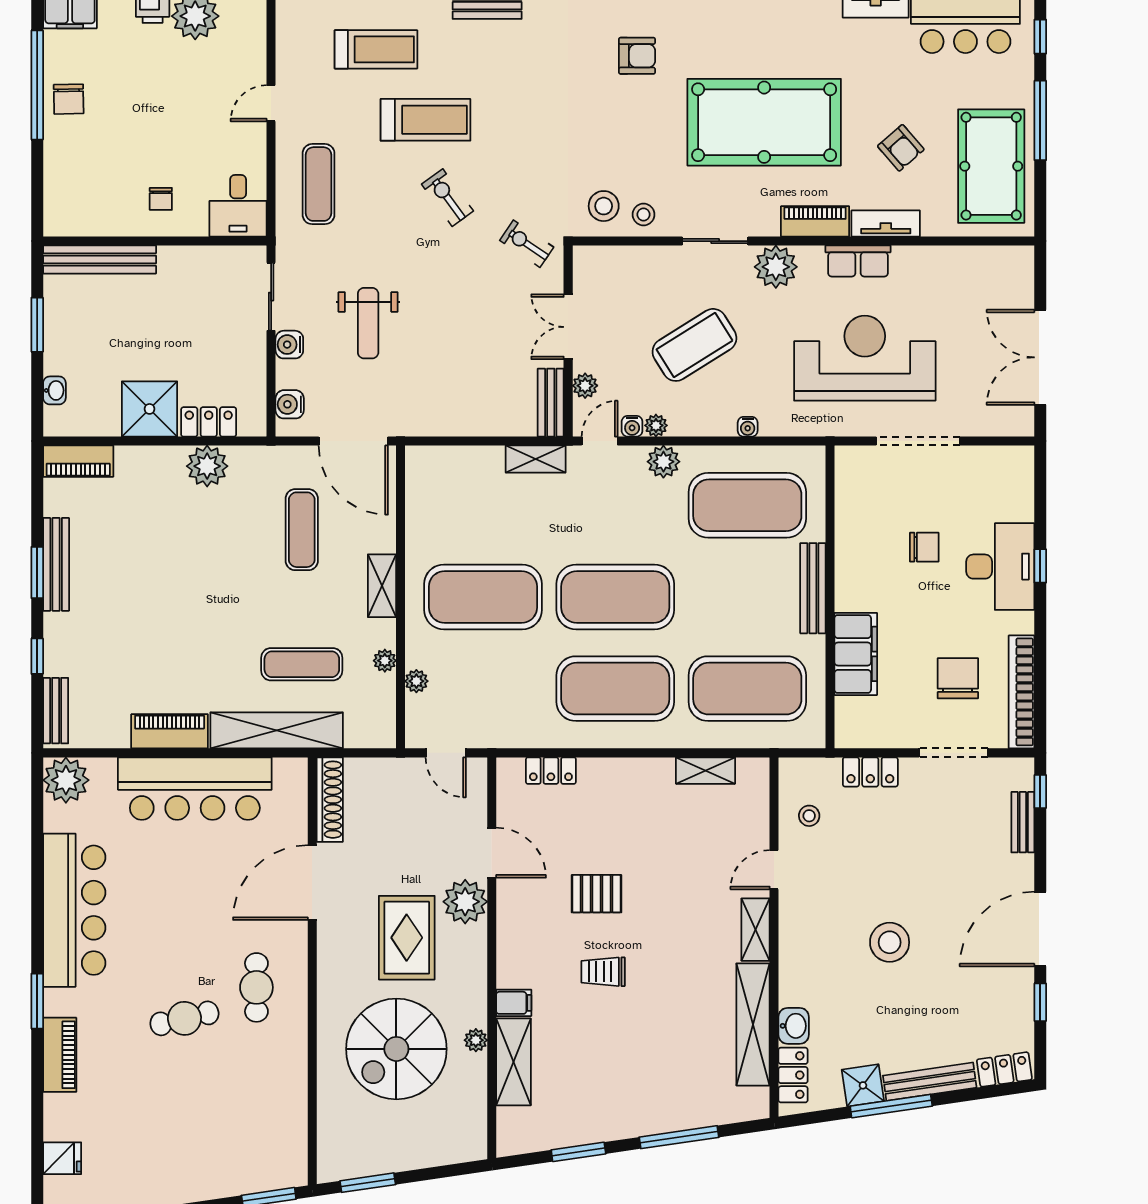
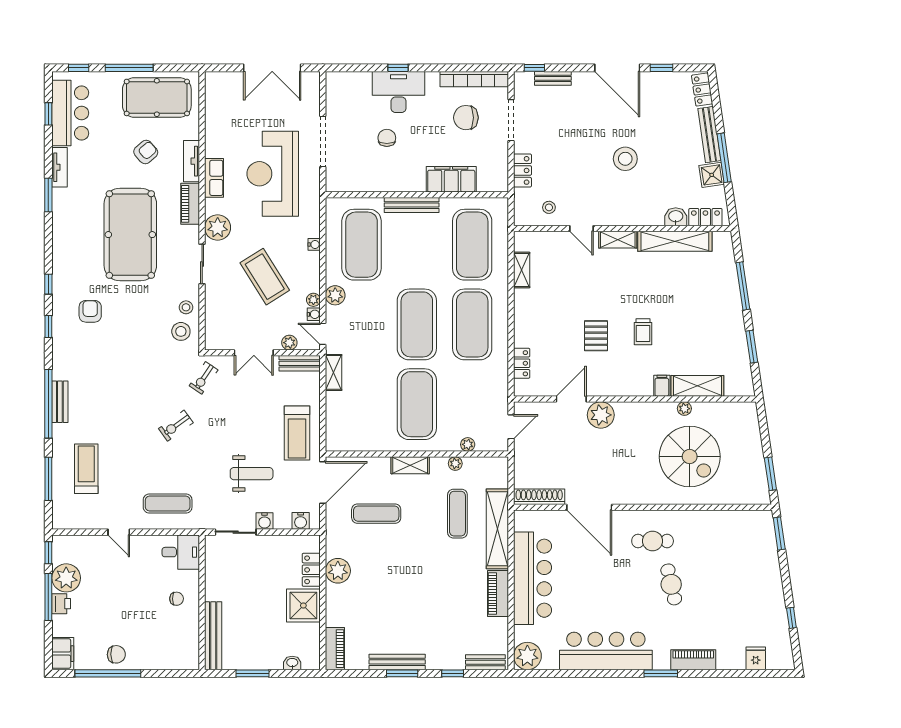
treadmill: (426, 120) -> (297, 433), moved, turned 180
rug: (407, 938) -> (622, 450), removed

